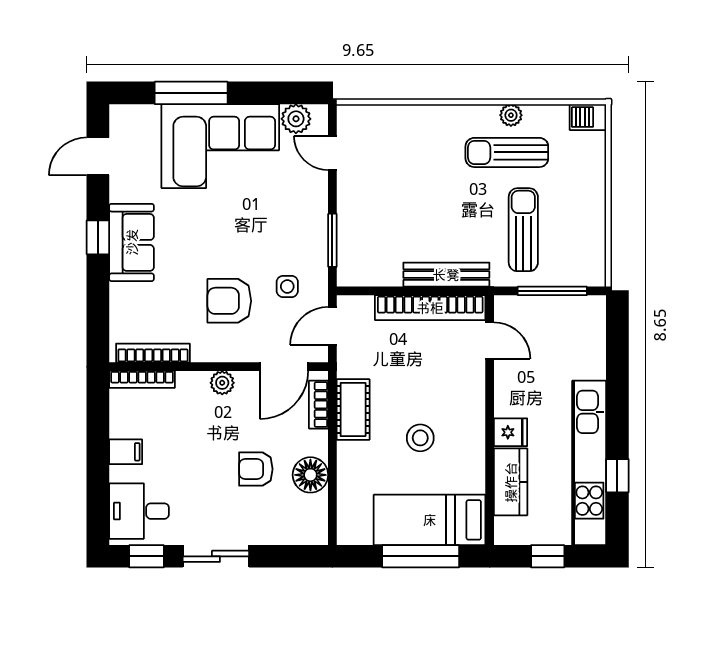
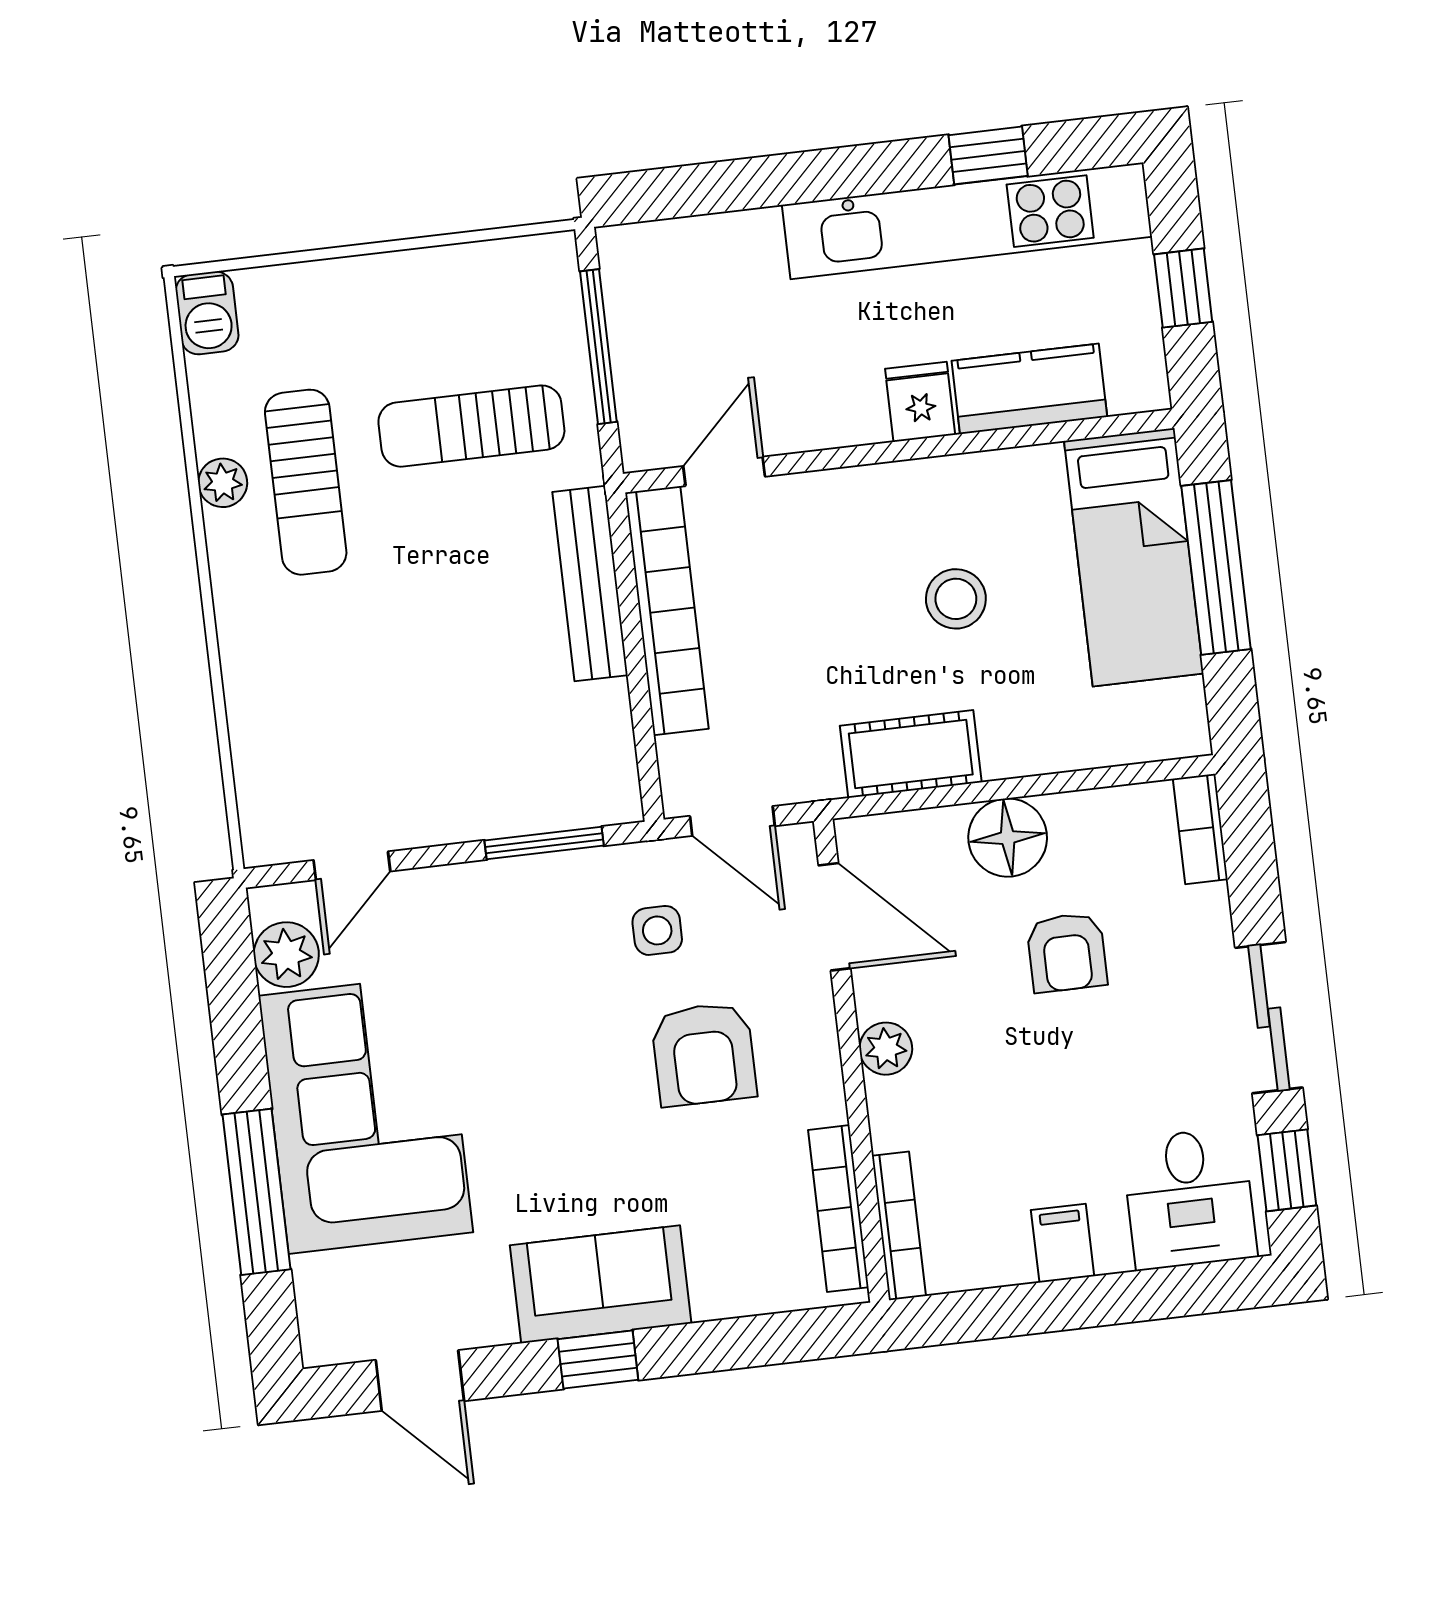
bookcase: (319, 405) -> (1200, 829), moved, turned 90
floor lamp: (310, 475) -> (1008, 838), moved

